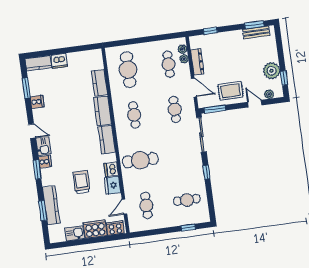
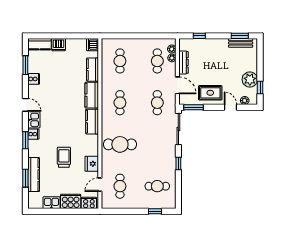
cafe table: (128, 70) -> (120, 61), width x0.73, depth x0.74
dishwasher: (111, 169) -> (92, 45), moved

